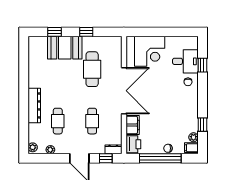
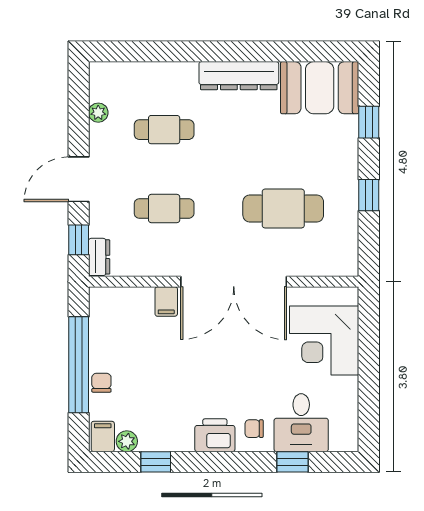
booth: (65, 48) -> (320, 88), moved, turned 90
dresser: (34, 105) -> (239, 76), moved
filing cabinet: (133, 125) -> (166, 301), width x0.50
printer: (133, 144) -> (215, 435), moved, turned 180
plant: (33, 147) -> (104, 72), removed

